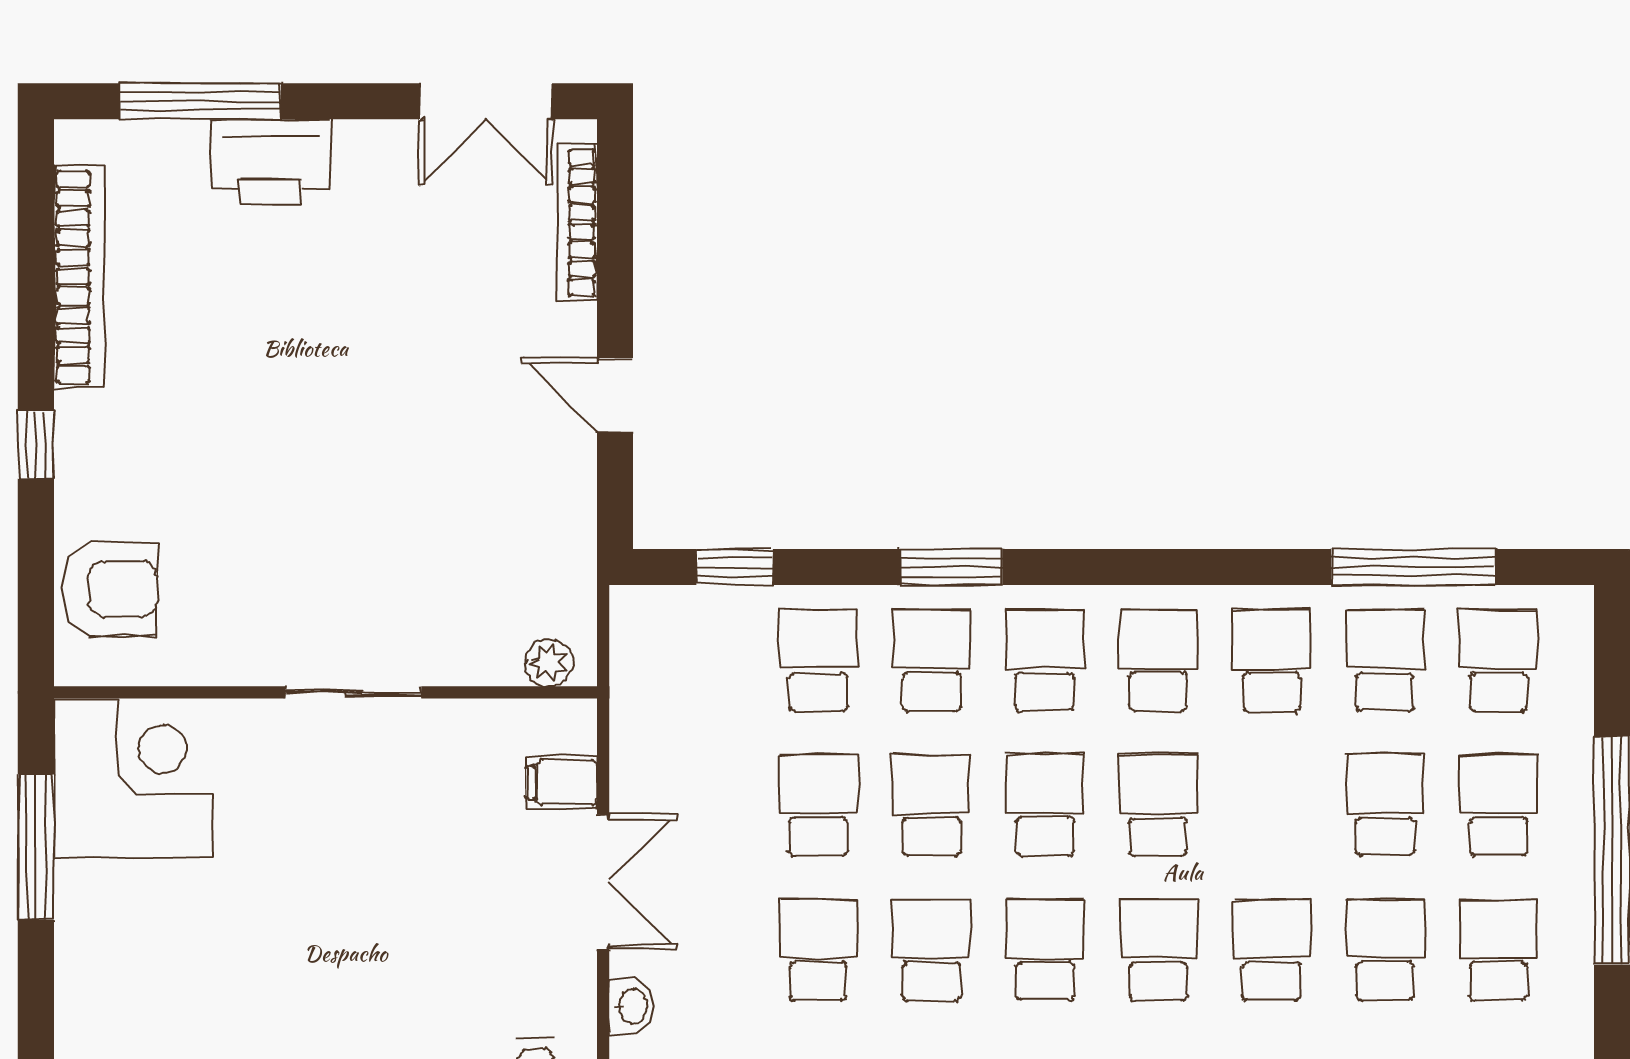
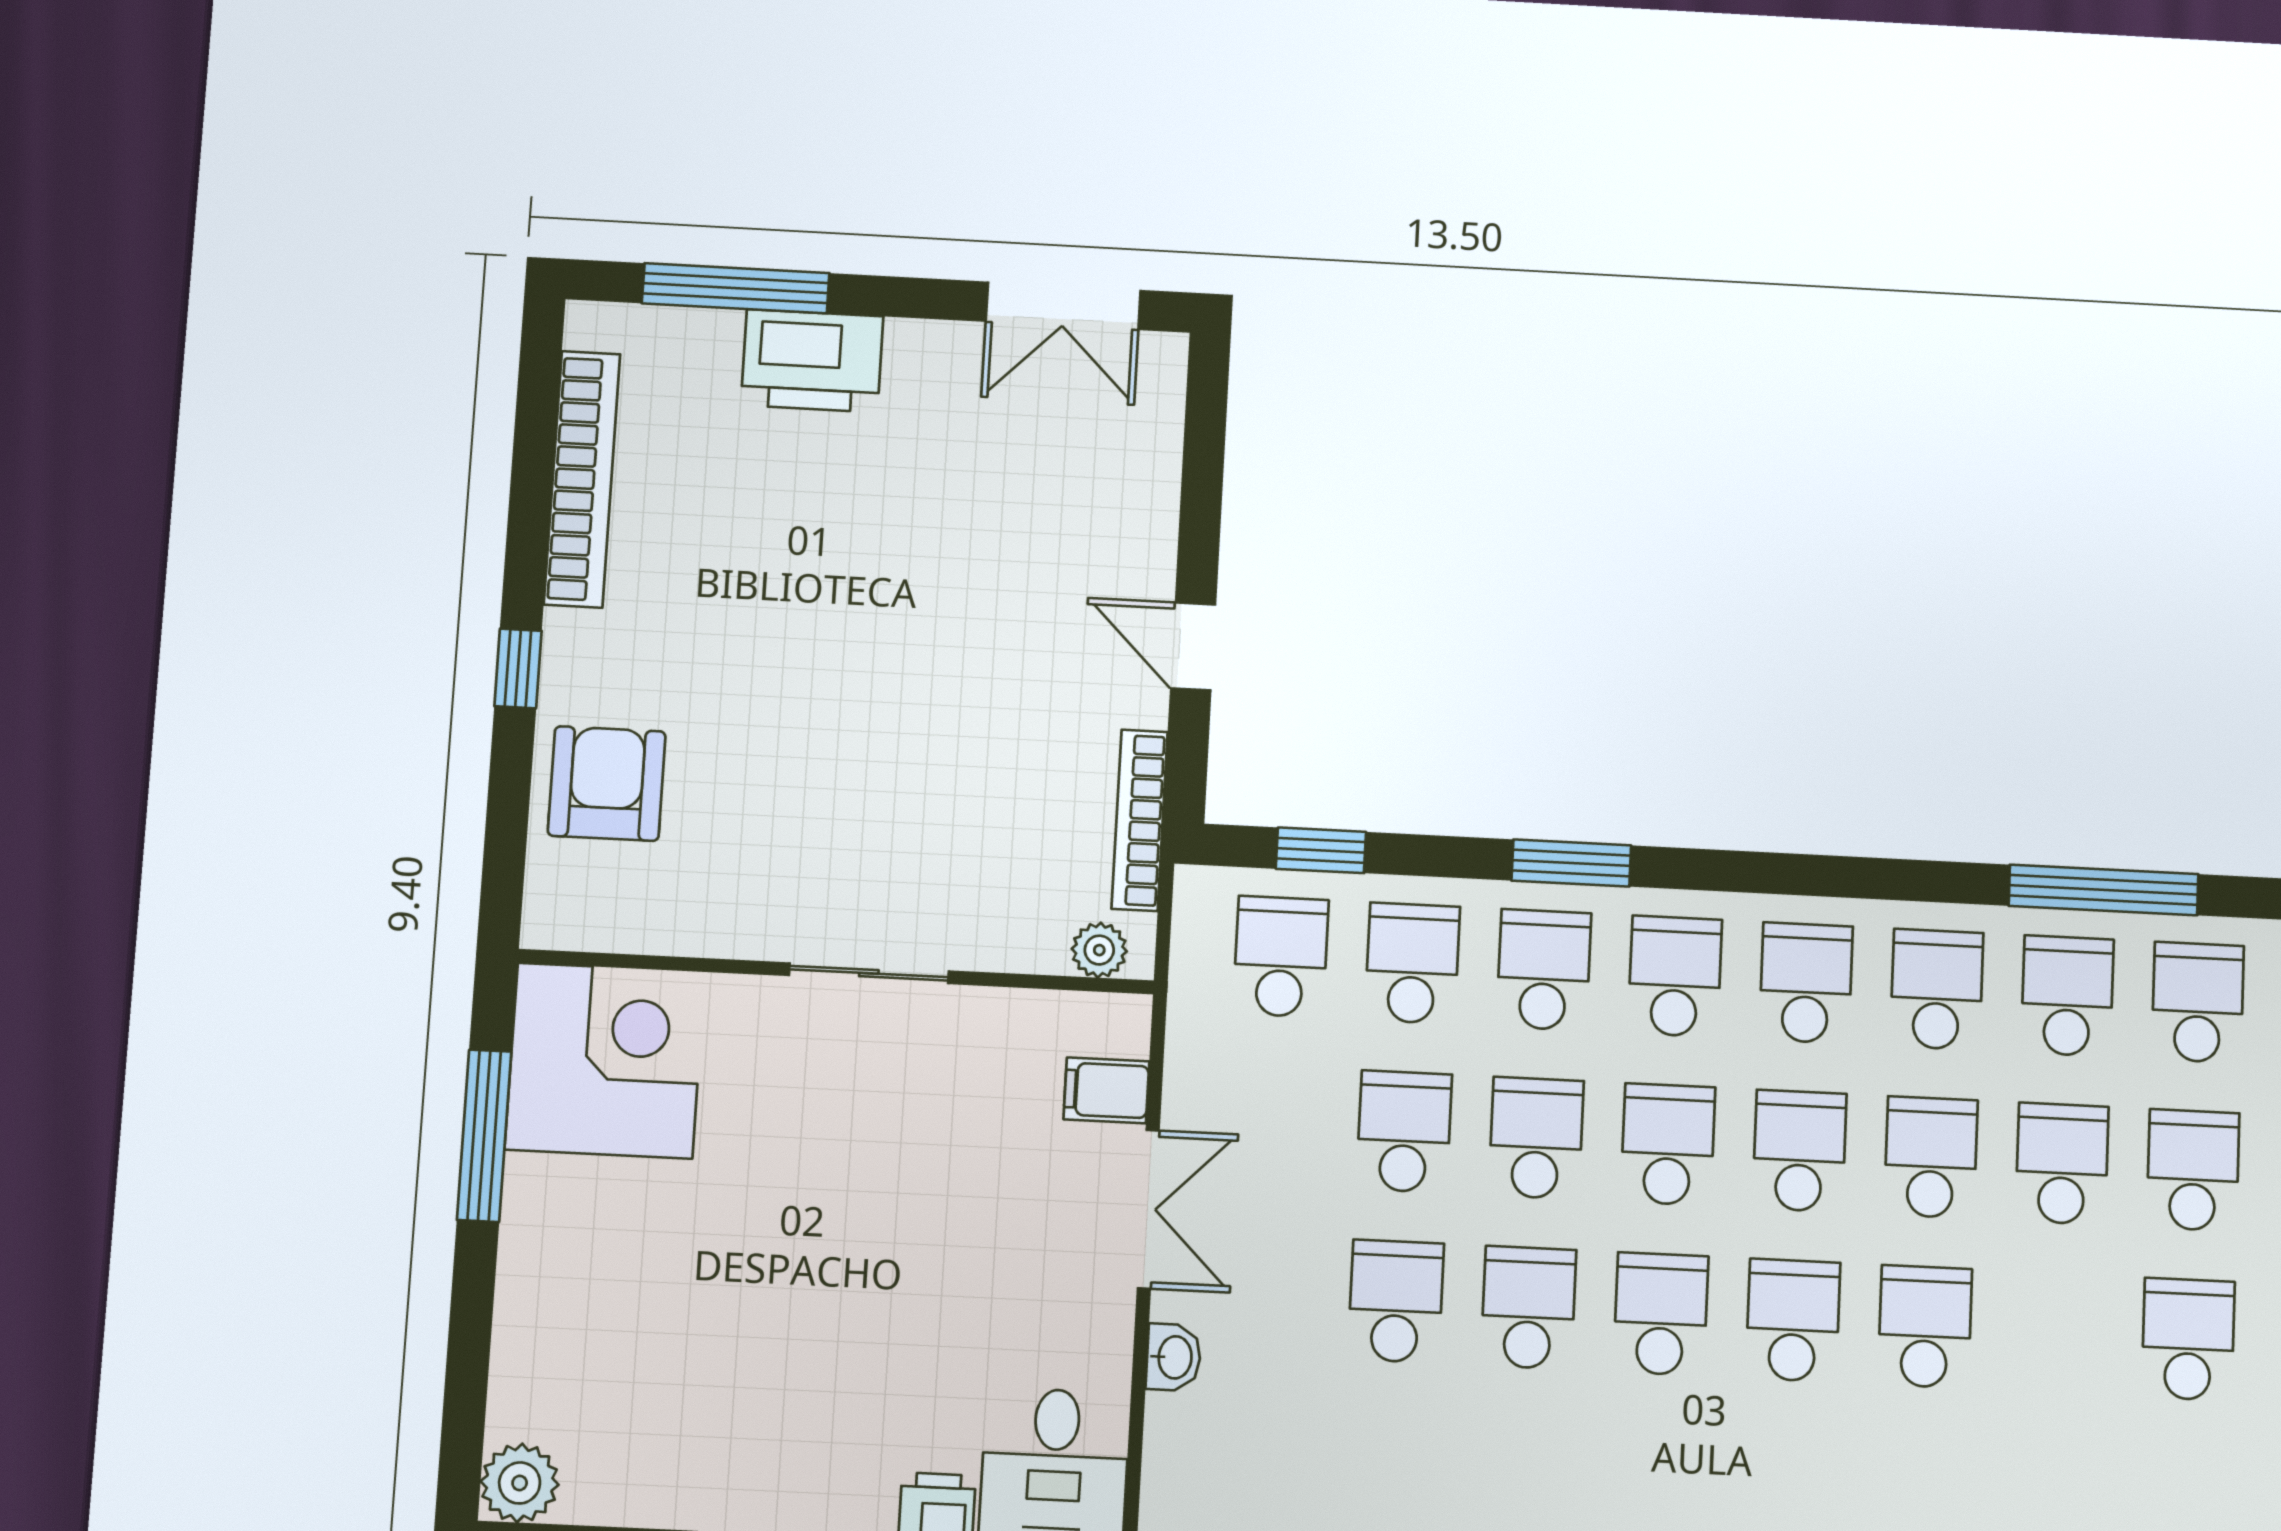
bookcase: (577, 223) -> (1140, 820), moved
armchair: (110, 589) -> (607, 784), moved, turned -90
school desk: (705, 661) -> (1281, 957), added
school desk: (1385, 950) -> (1931, 1157), moved

